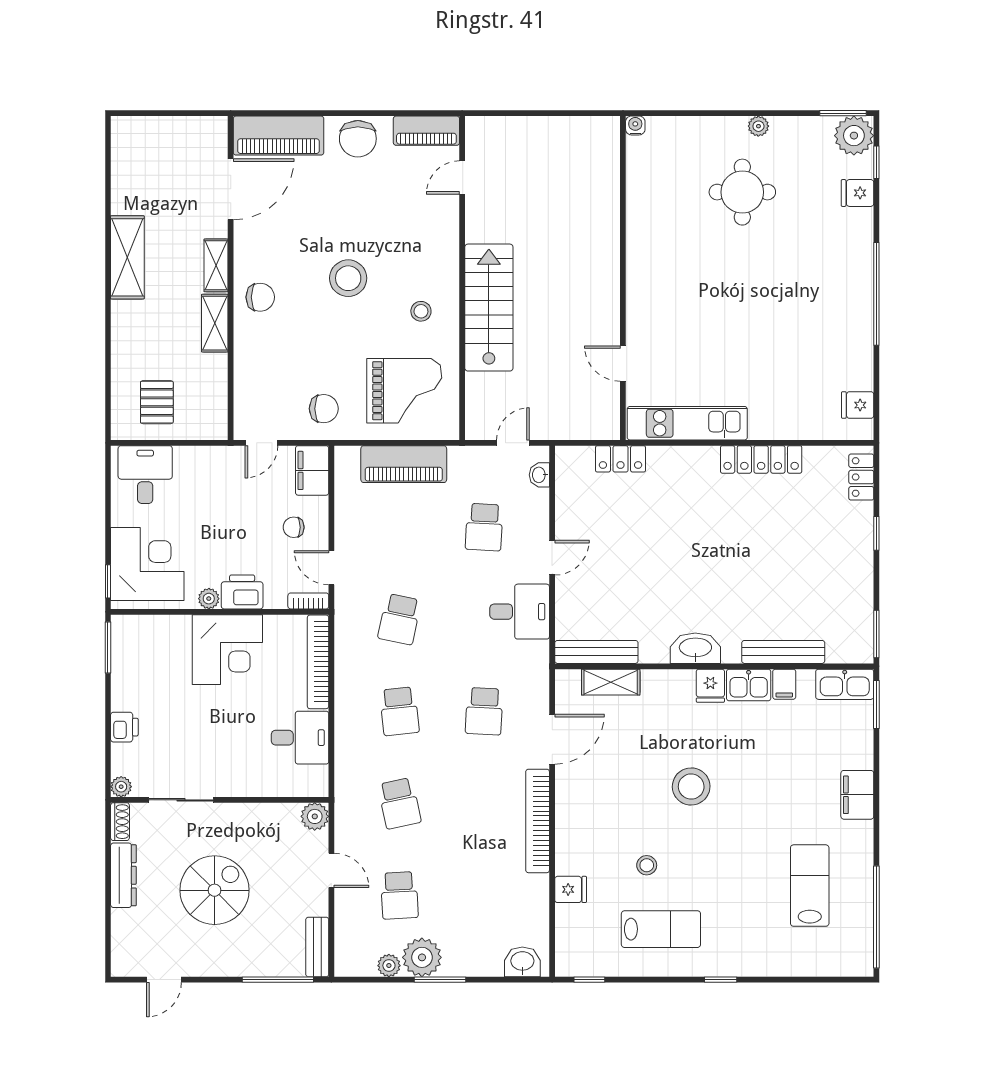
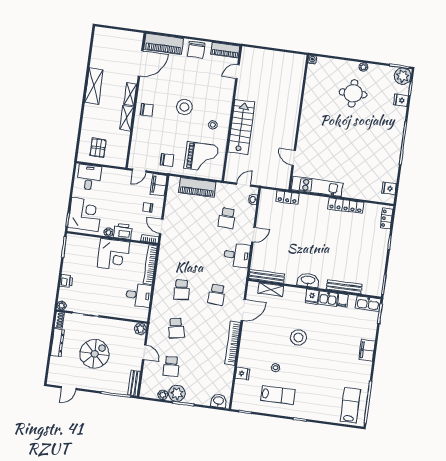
school desk: (399, 619) -> (187, 252), removed
lab bench: (810, 886) -> (350, 405), moved

